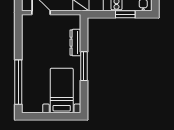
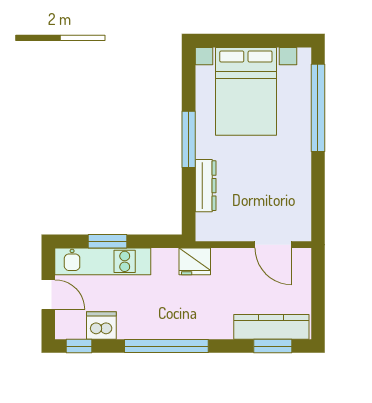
bed with nightstands: (62, 91) -> (246, 91), width x1.36

